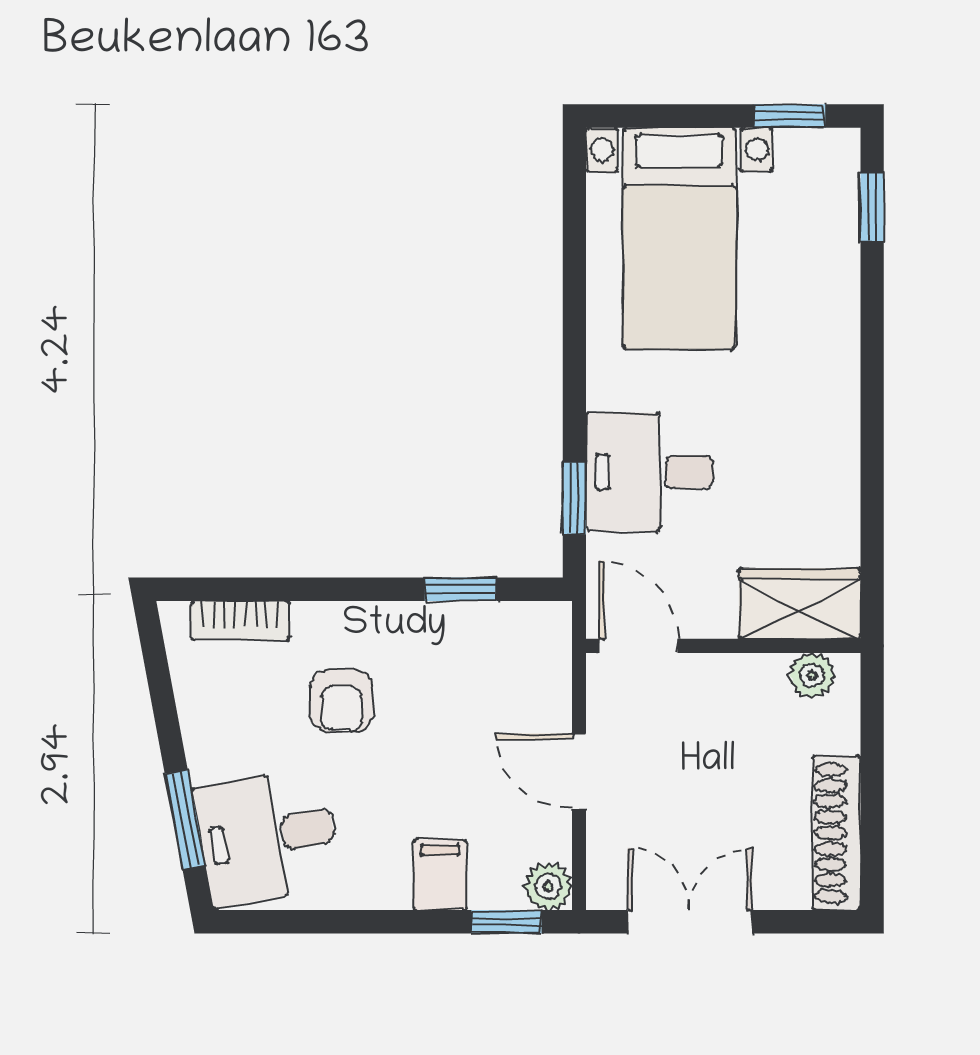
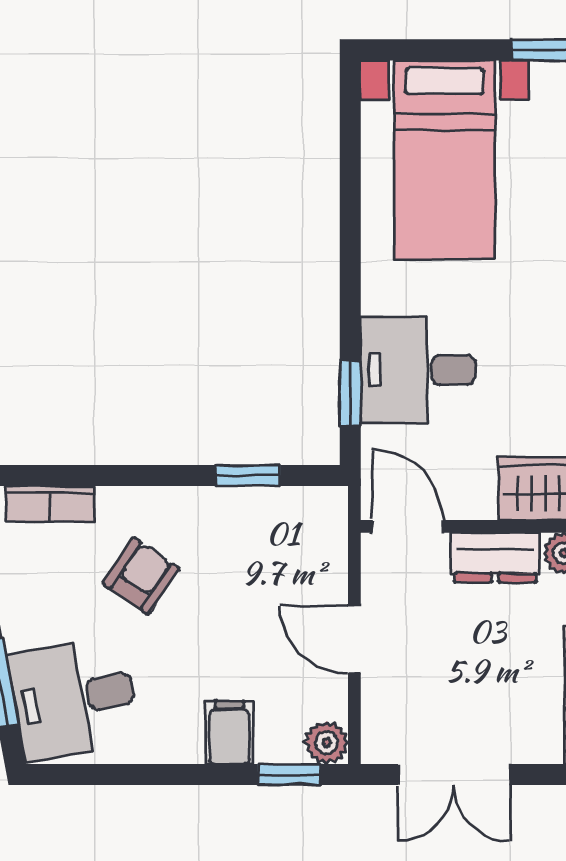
dresser: (736, 680) -> (495, 557), added
armchair: (342, 701) -> (141, 576), turned -146
double door: (690, 922) -> (454, 775), swing flipped

